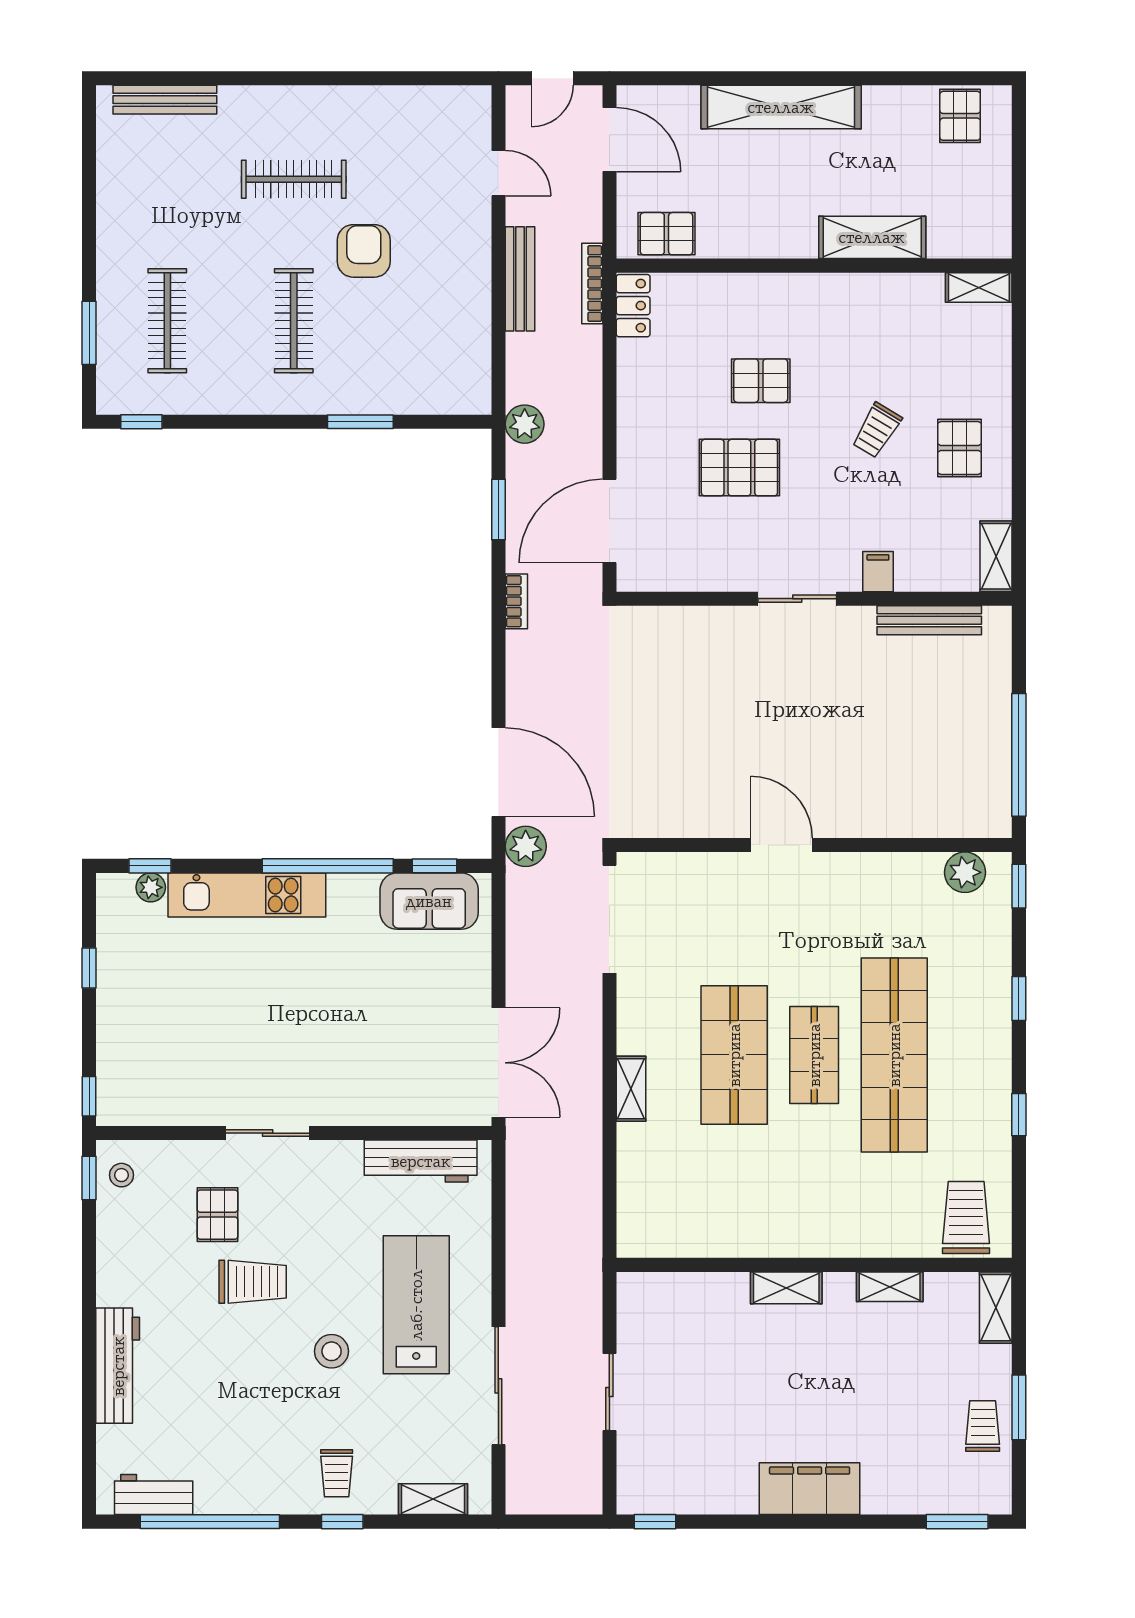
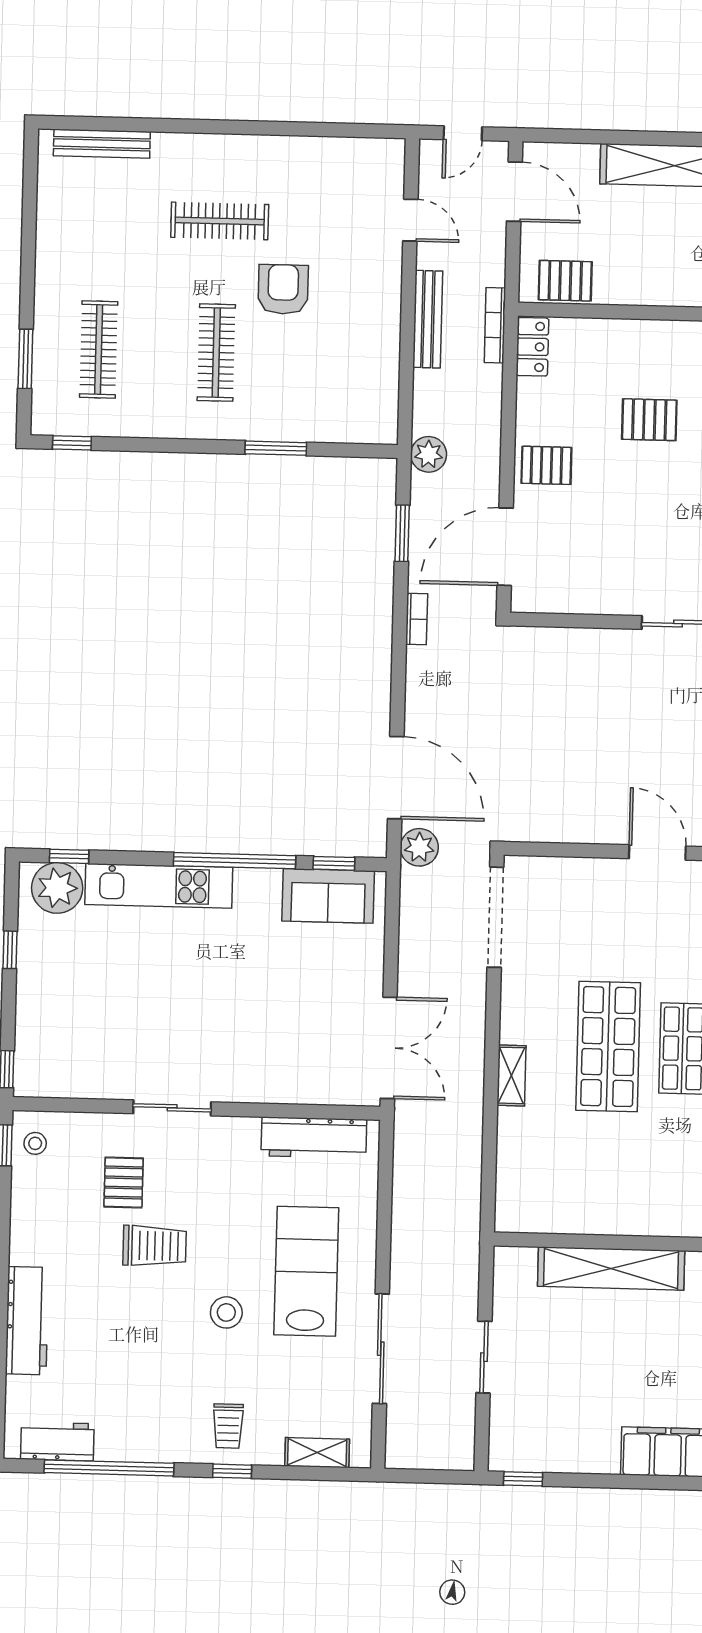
pallet: (739, 468) -> (546, 465), moved, width x0.67, depth x0.71
plant: (151, 887) -> (57, 888), width x1.87, depth x1.87
shelving: (786, 1288) -> (611, 1268), width x2.20, depth x1.33

